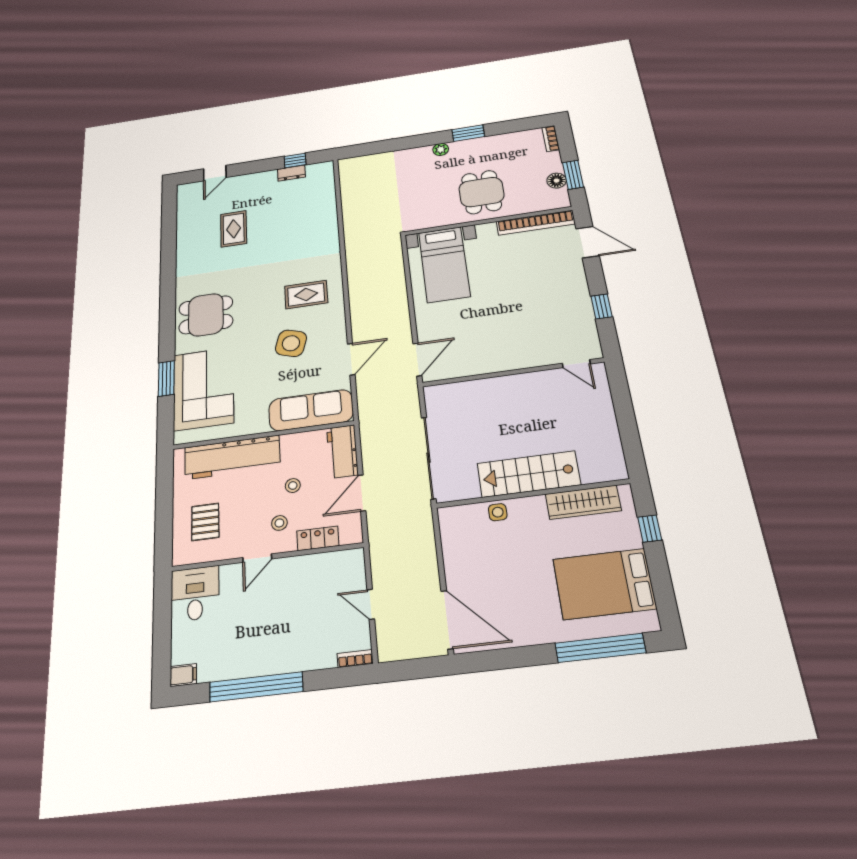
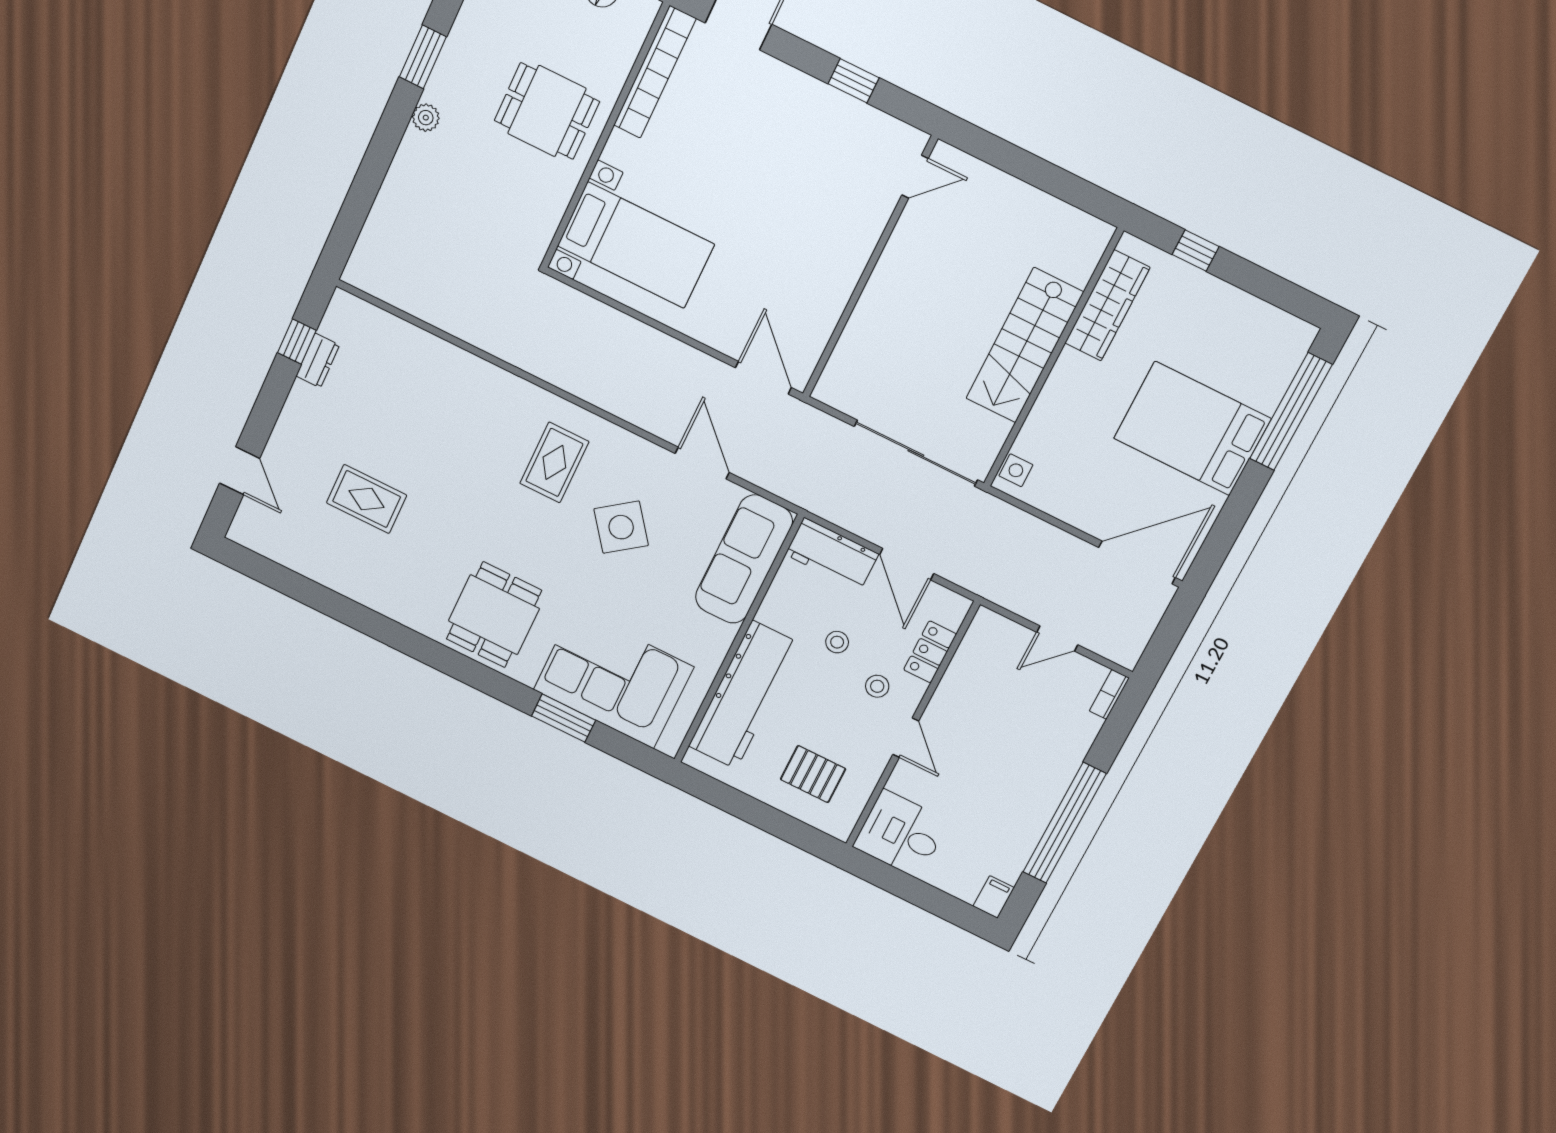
side table: (291, 343) -> (621, 527), turned 36
side table: (498, 512) -> (1016, 470), moved
bed: (604, 584) -> (1192, 429), moved, turned 90

